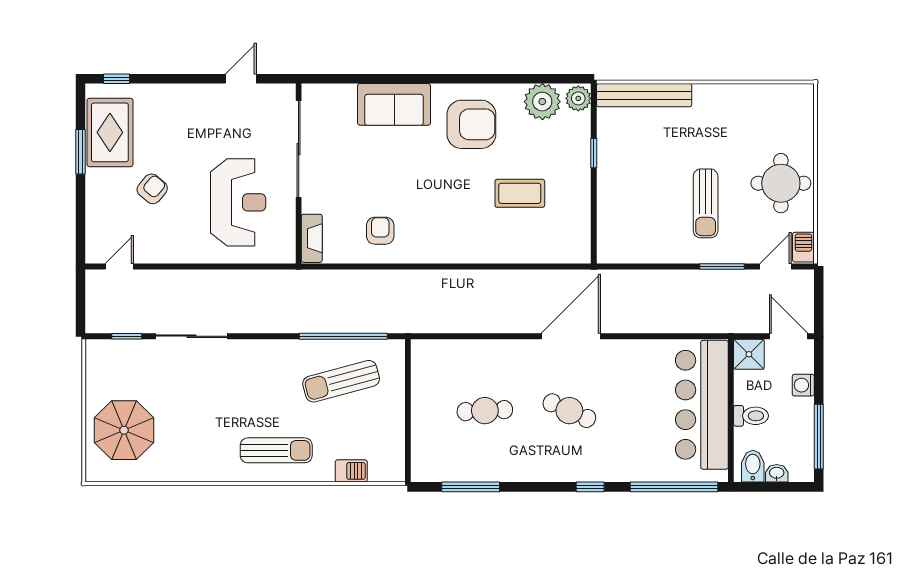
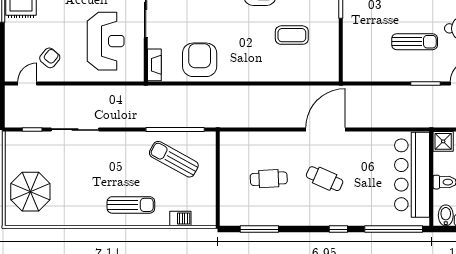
armchair: (152, 189) -> (50, 58), moved
sun lounger: (706, 203) -> (415, 42), turned -90
armchair: (380, 231) -> (200, 60), width x1.88, depth x1.88
sun lounger: (341, 381) -> (174, 159), turned 44

